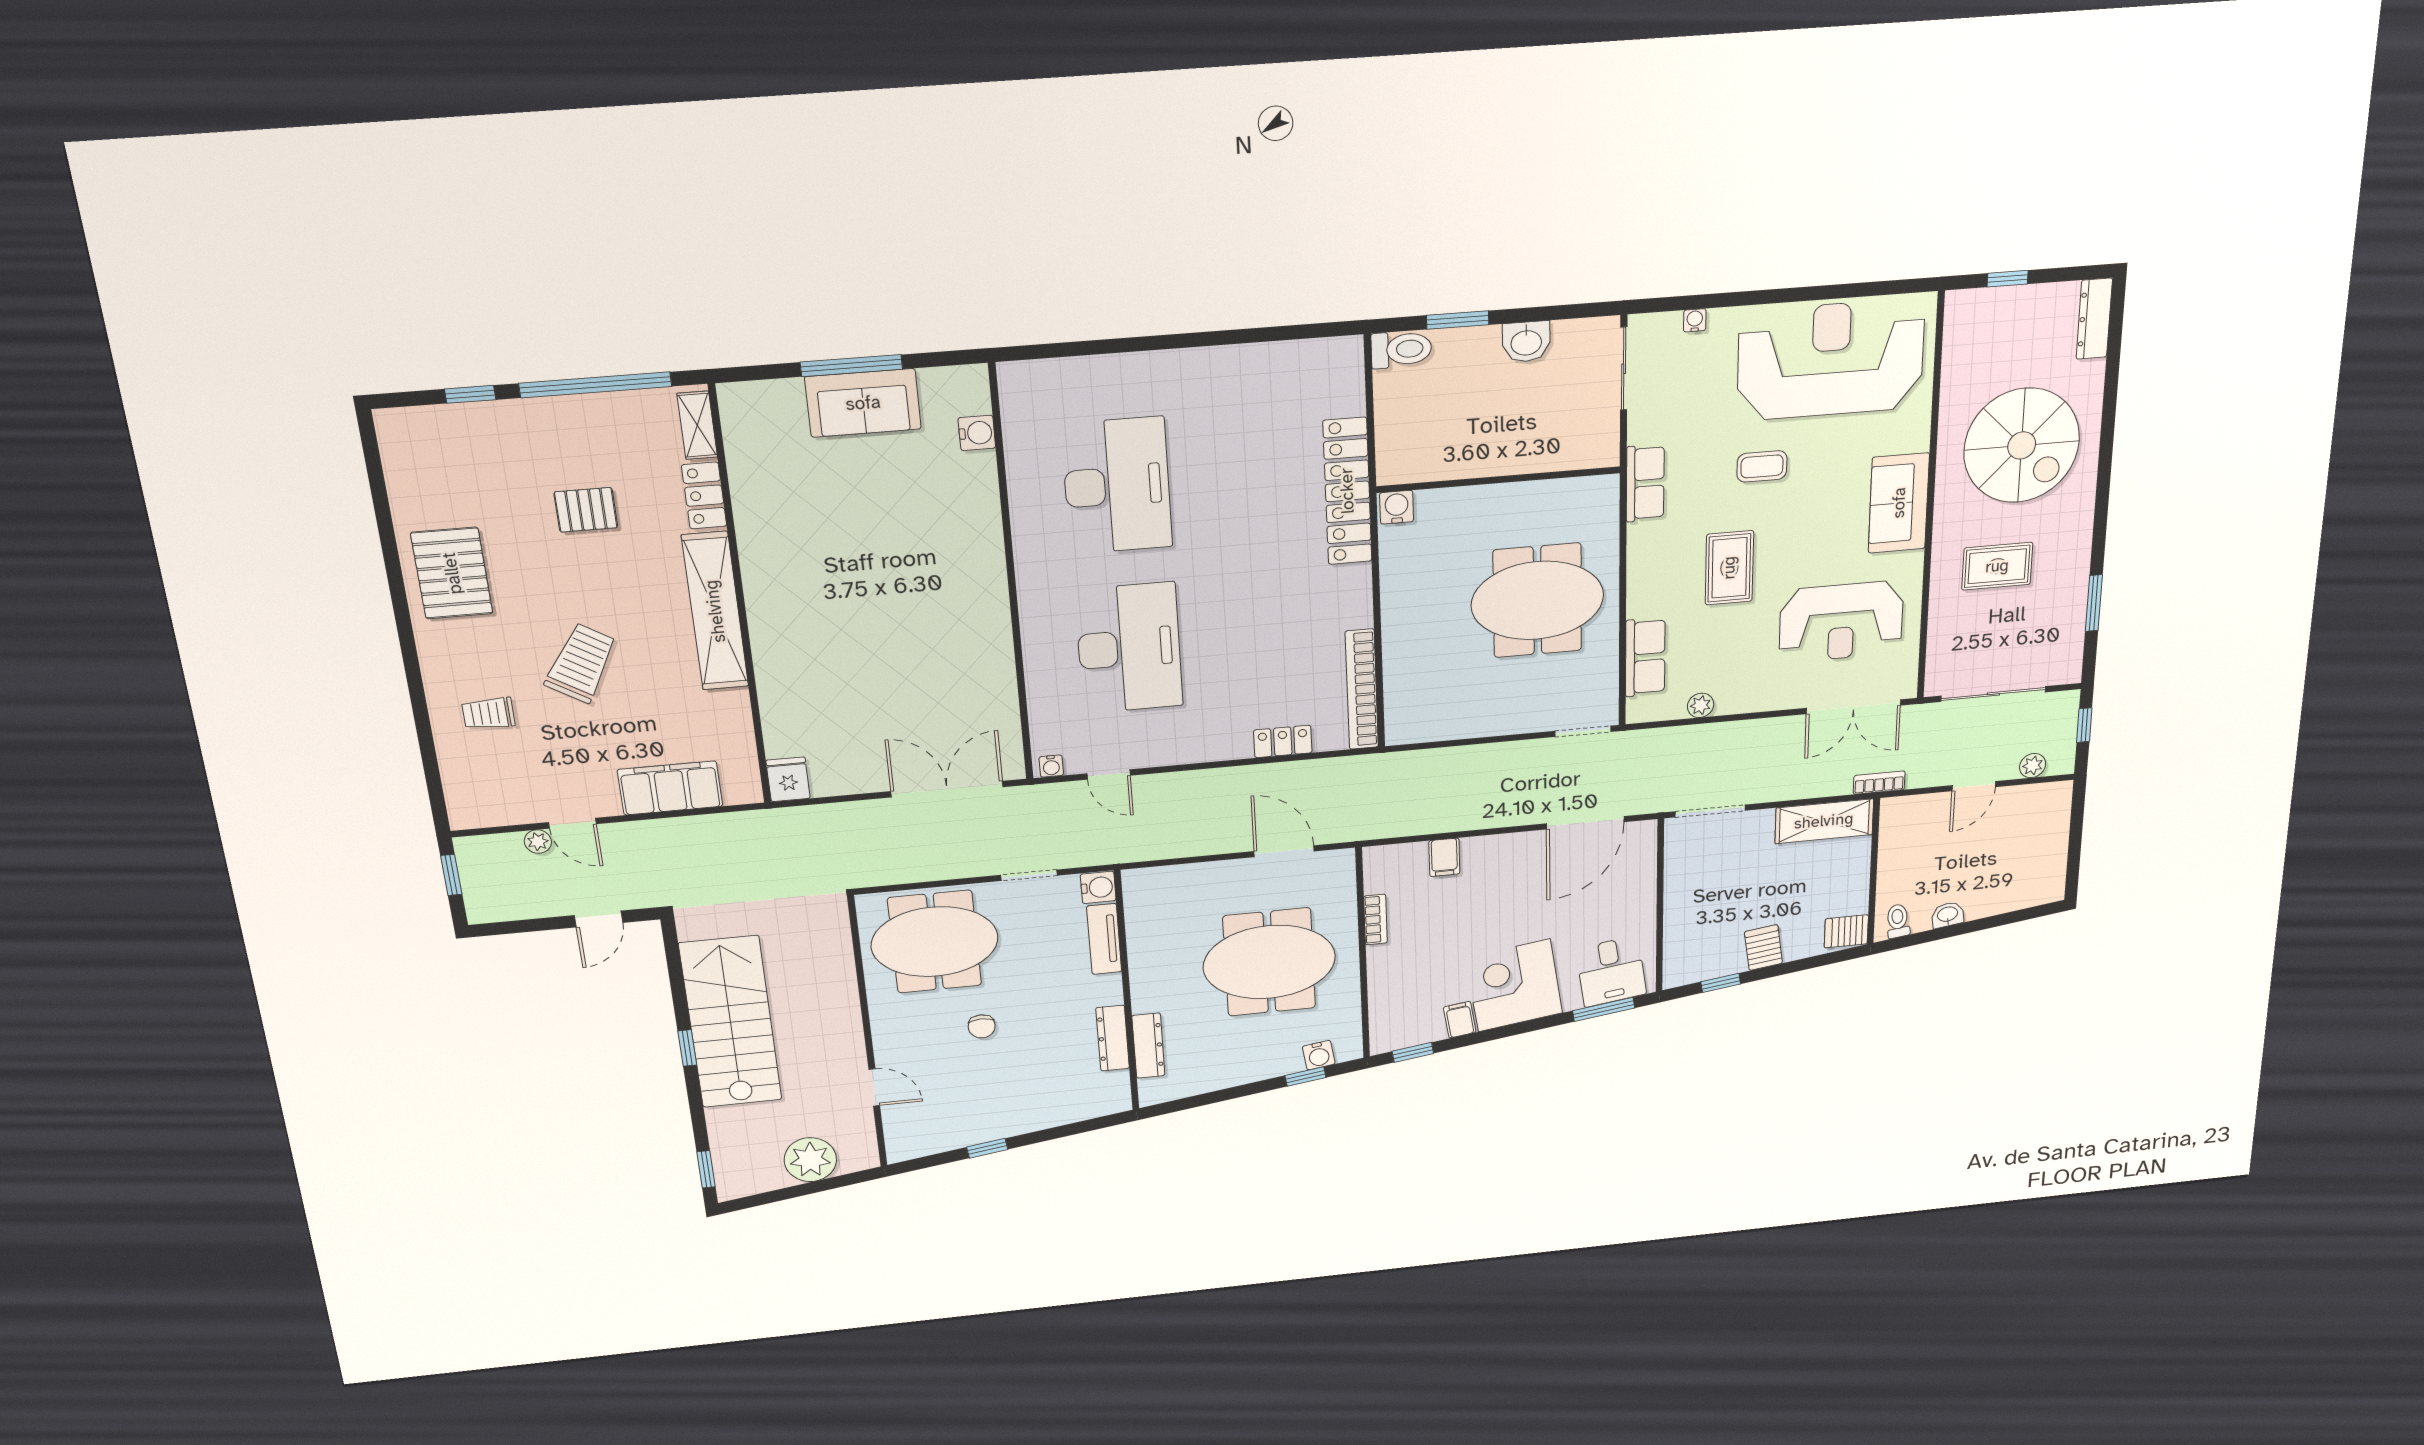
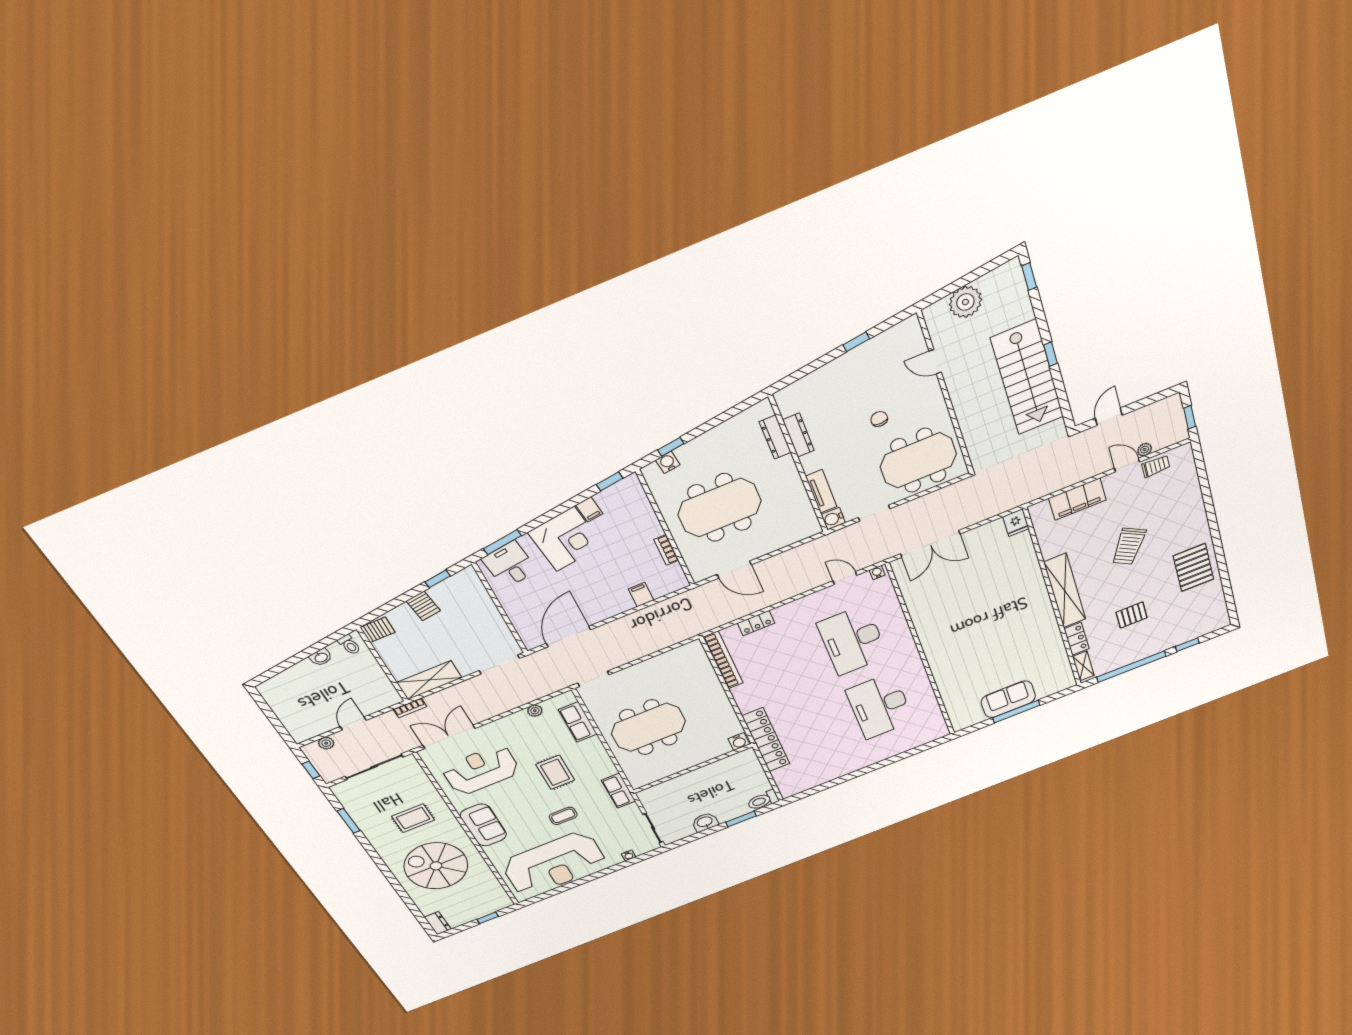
dresser: (2094, 319) -> (438, 923), width x0.70
water cooler: (977, 433) -> (953, 705), removed
trolley: (488, 713) -> (1156, 466), moved

